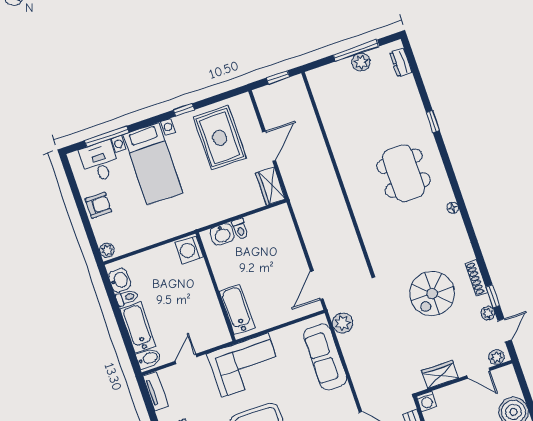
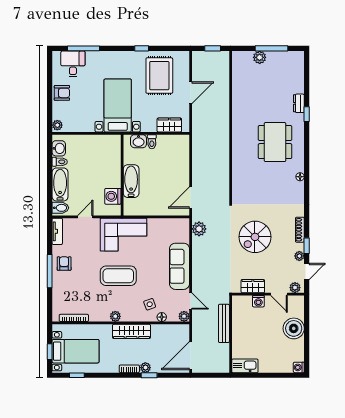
plant: (361, 62) -> (260, 57), moved
dresser: (401, 63) -> (299, 103), moved
bed with nightstands: (153, 164) -> (118, 105), moved, turned 180
wardrobe: (270, 186) -> (169, 125), moved, turned 90
washing machine: (189, 250) -> (113, 196), moved
spiral stairs: (432, 294) -> (255, 237), moved
bathtub: (237, 309) -> (131, 181), moved
sofa: (325, 357) -> (179, 266), moved
washing machine: (427, 401) -> (258, 301), moved

